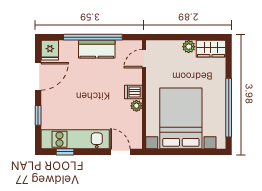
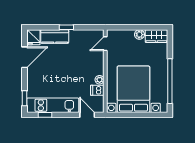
window: (93, 37) -> (66, 27), width x0.32
kitchen counter: (97, 49) -> (55, 37), moved
dishwasher: (133, 92) -> (97, 90), moved
window: (38, 115) -> (25, 98), moved

